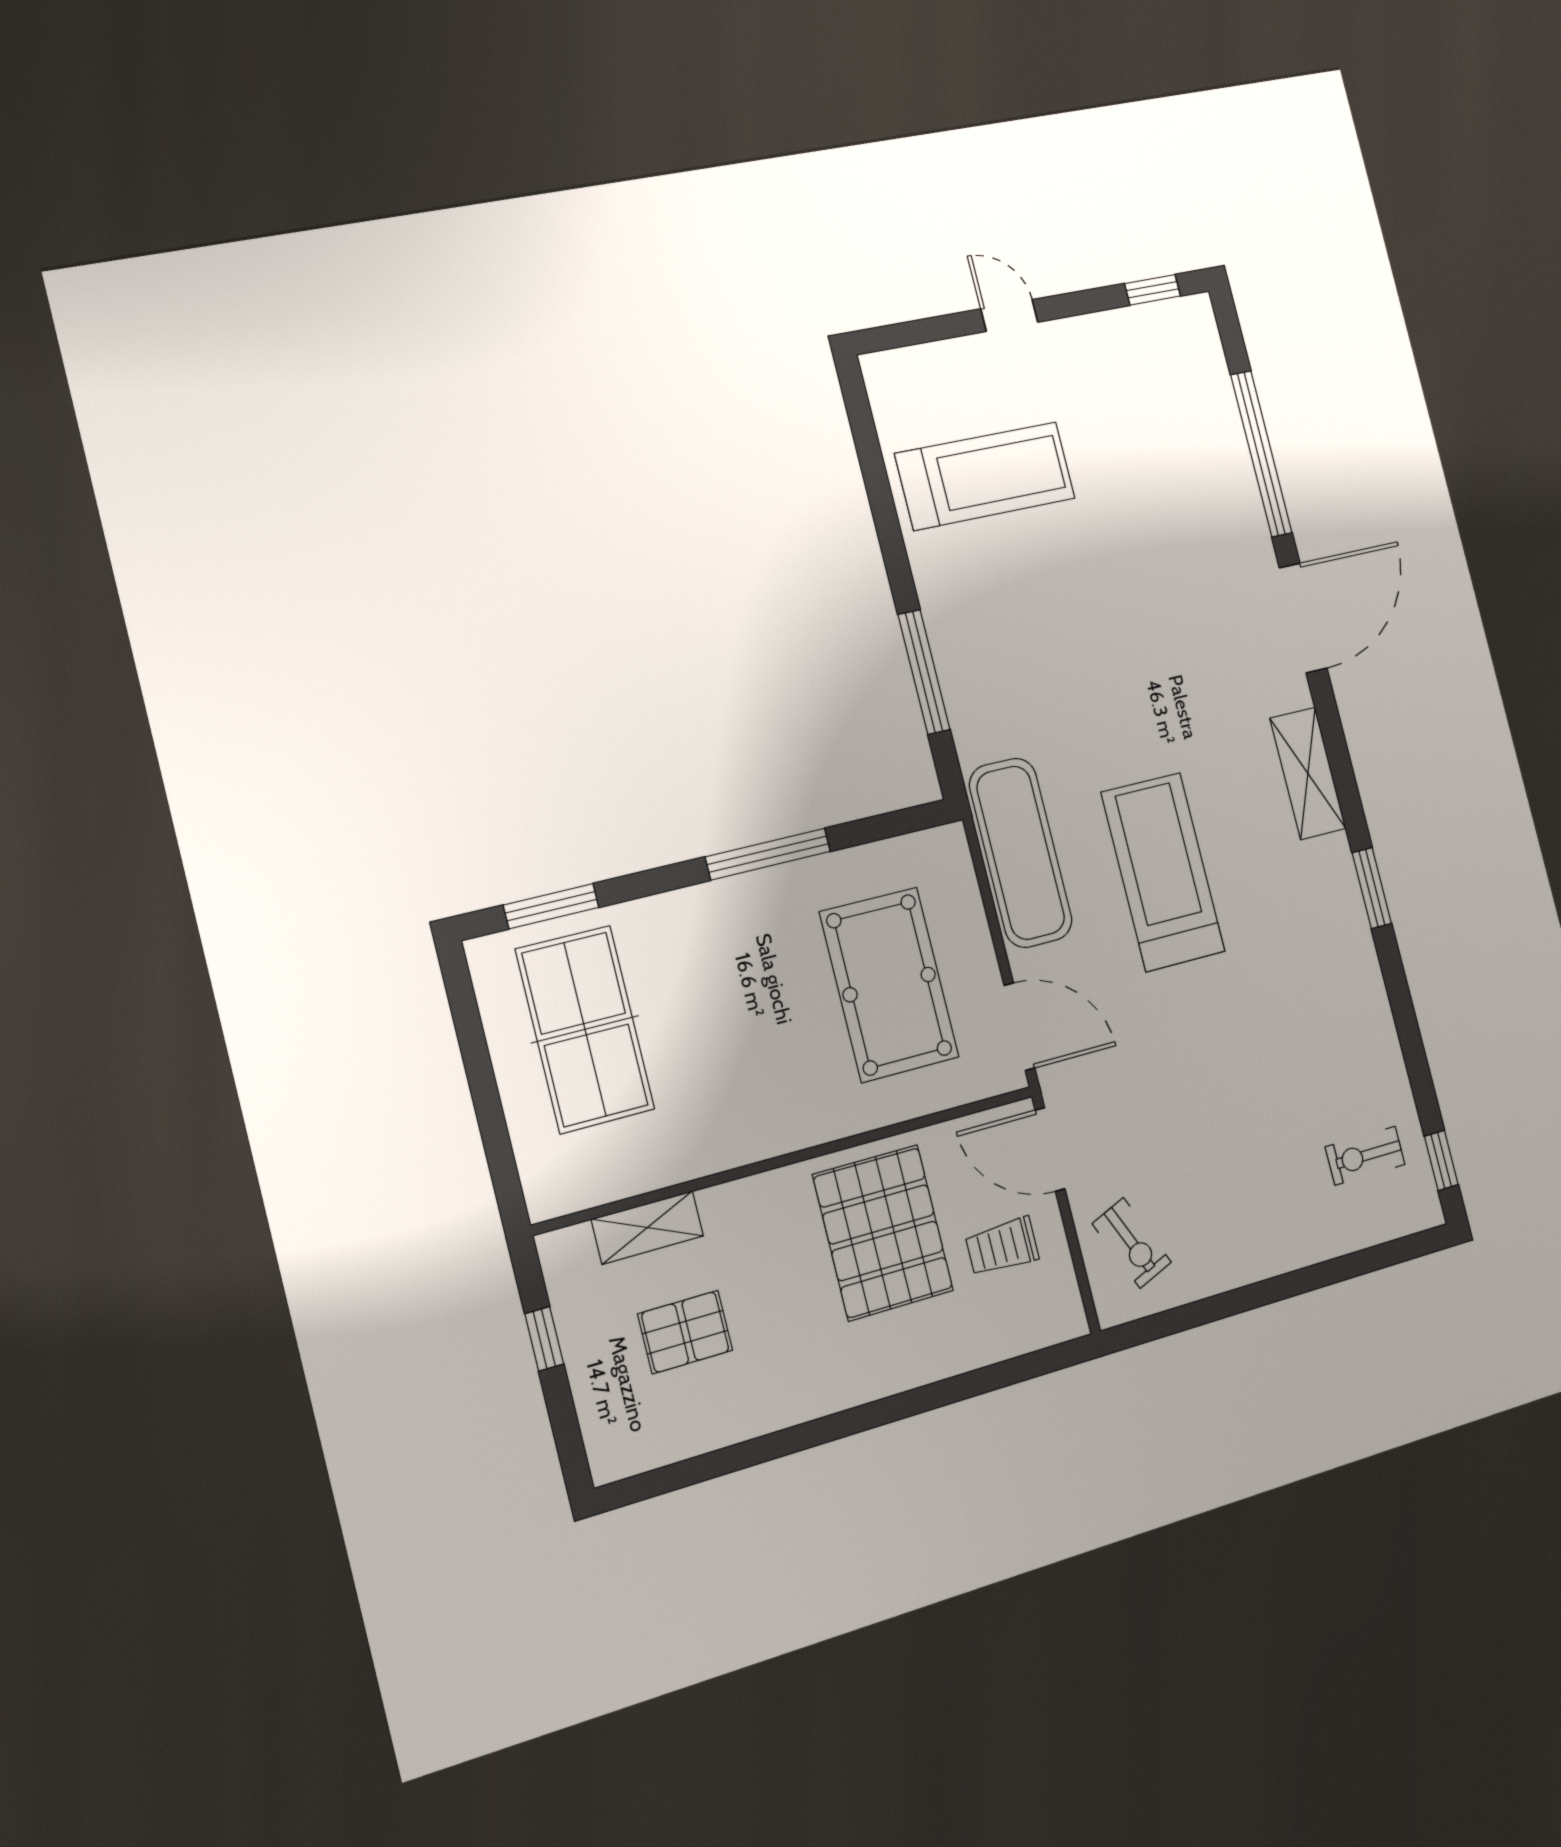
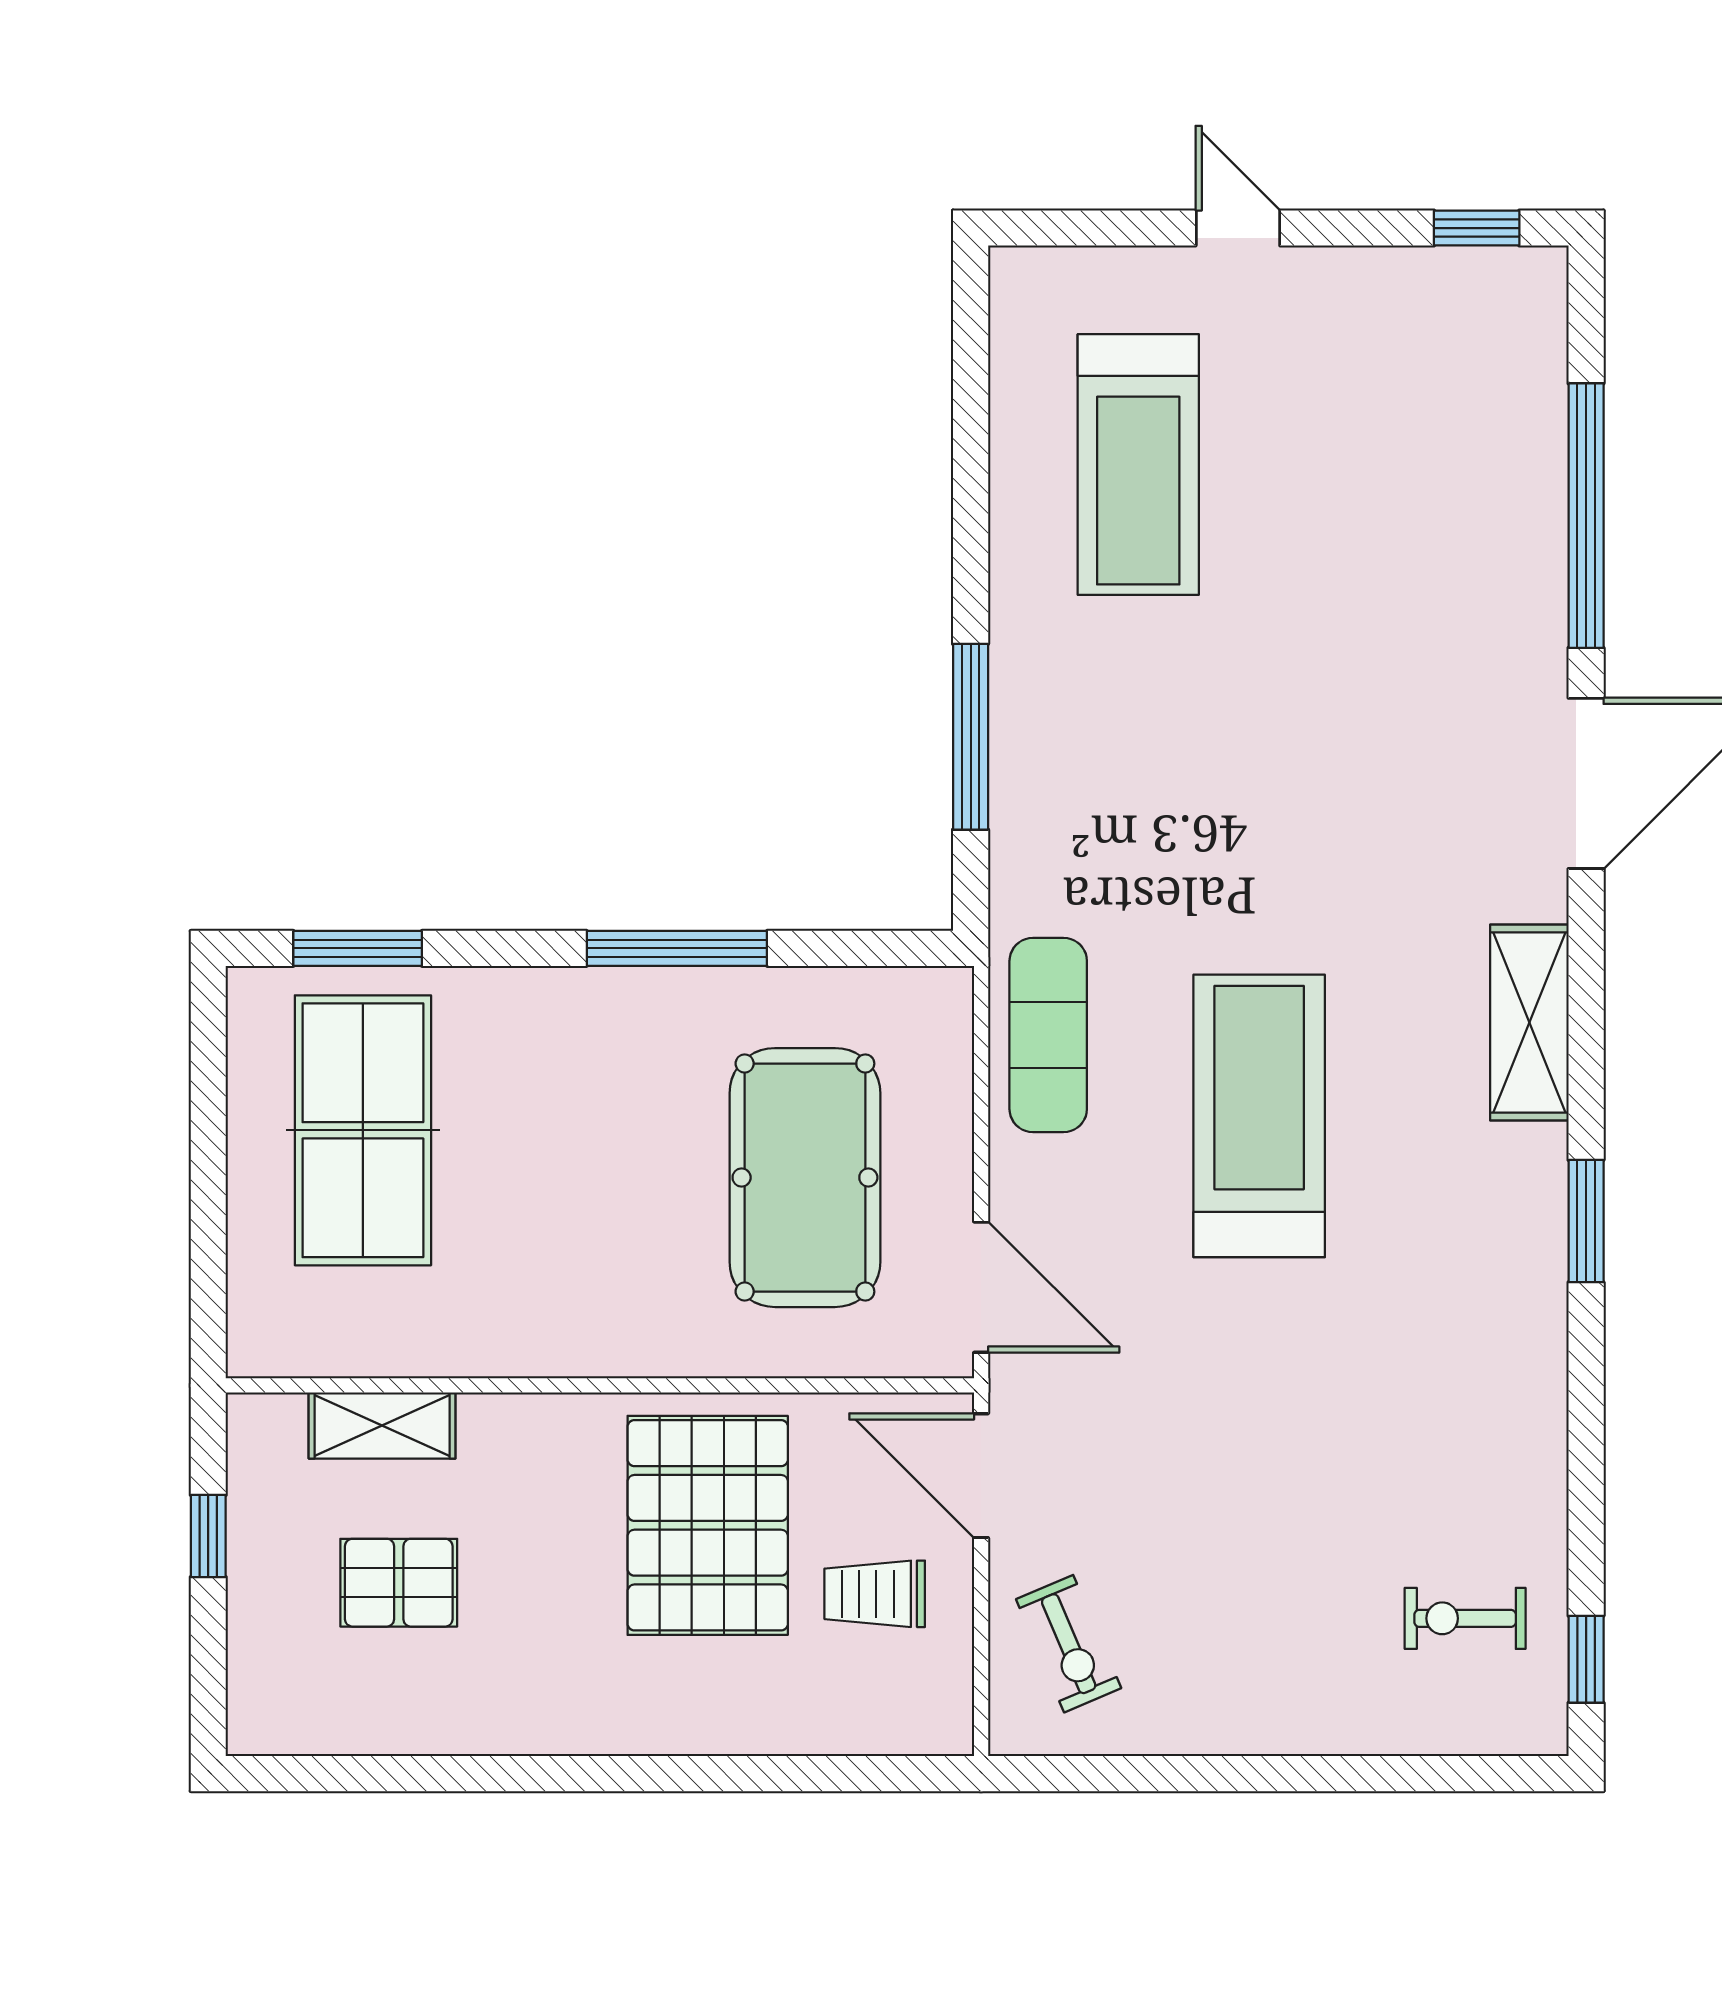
treadmill: (985, 476) -> (1138, 465), turned 90
exercise mat: (1021, 853) -> (1048, 1035), width x0.73, depth x0.69

